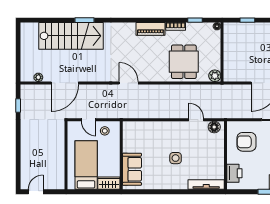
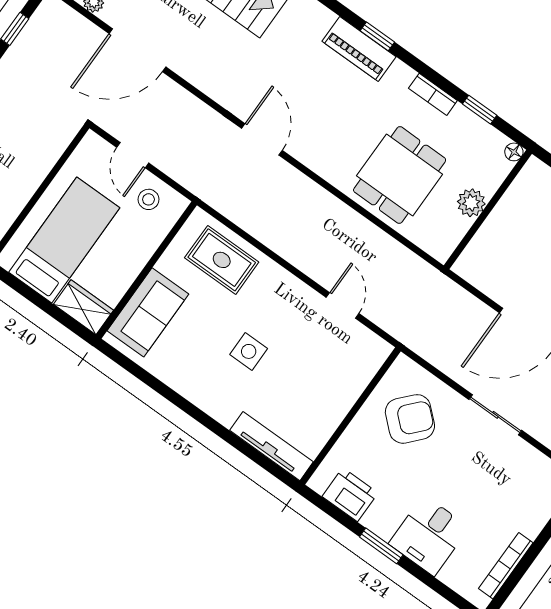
window: (143, 20) -> (377, 36), added
piano: (151, 29) -> (359, 49), moved
plant: (215, 76) -> (471, 203), moved
floor lamp: (214, 127) -> (368, 345), removed
rug: (144, 134) -> (222, 260), added
armchair: (246, 142) -> (410, 419), turned 132
printer: (234, 173) -> (350, 495), moved, turned -90

